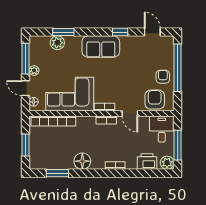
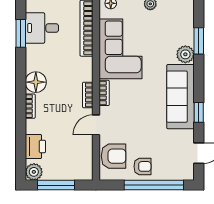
plant: (57, 43) -> (185, 54), moved
sofa: (101, 47) -> (181, 97), width x1.36
desk: (162, 129) -> (42, 28), moved, turned 180
floor lamp: (82, 161) -> (36, 82), moved

